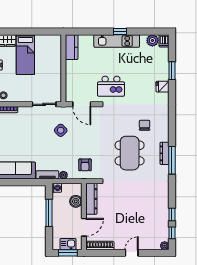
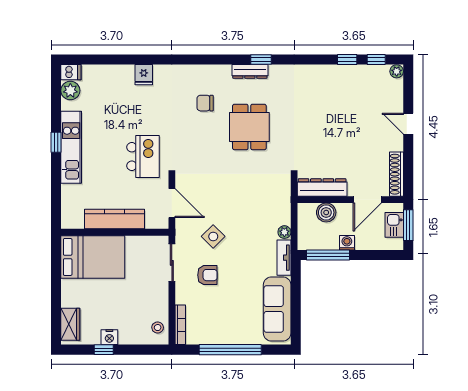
kitchen counter: (72, 47) -> (114, 219), moved, width x1.50
bed: (25, 55) -> (93, 257), moved, width x1.50
window: (172, 71) -> (118, 59), removed
door: (82, 104) -> (172, 203), hinge flipped
dining table: (130, 153) -> (249, 127), width x0.73
window: (172, 160) -> (261, 59), width x0.46
armchair: (85, 165) -> (207, 275), moved
washing machine: (57, 188) -> (347, 243), moved
window: (49, 213) -> (328, 255), moved
door: (84, 227) -> (367, 200), swing flipped

